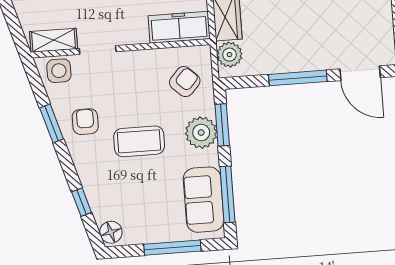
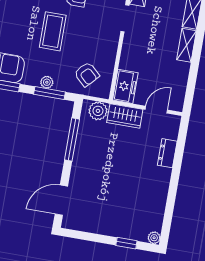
freezer: (179, 27) -> (125, 86), width x0.71
window: (298, 78) -> (72, 139), moved
plant: (201, 133) -> (47, 82), width x0.53, depth x0.53

